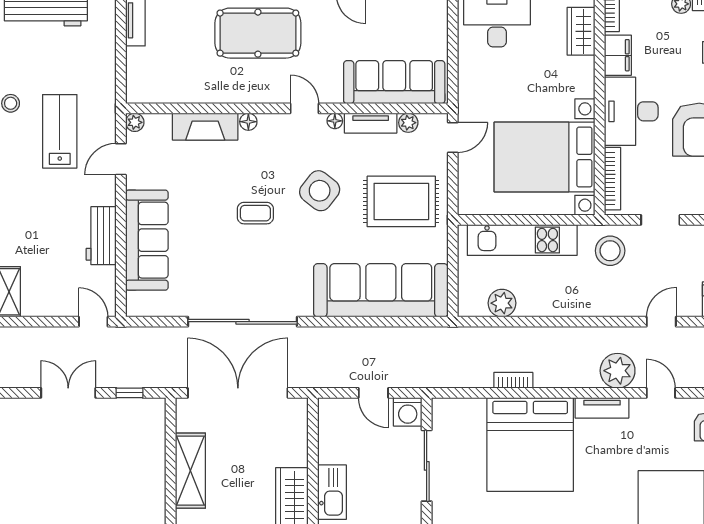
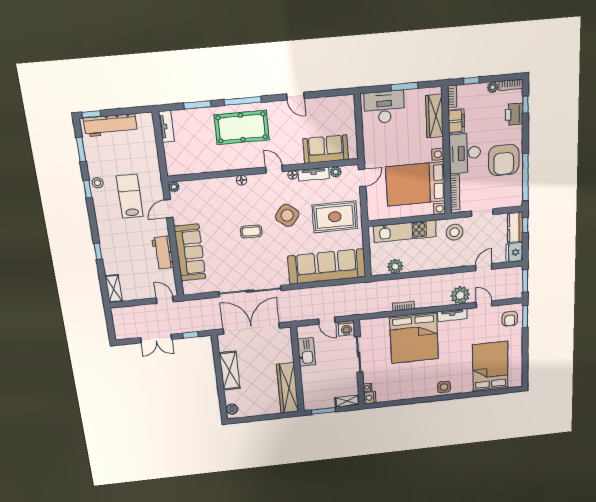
wardrobe: (581, 31) -> (435, 116), width x1.50
sofa: (394, 82) -> (326, 149), width x0.73
fireplace: (205, 127) -> (216, 185), removed
double door: (68, 393) -> (156, 338), swing flipped
kitchen sink: (332, 492) -> (306, 352), moved

